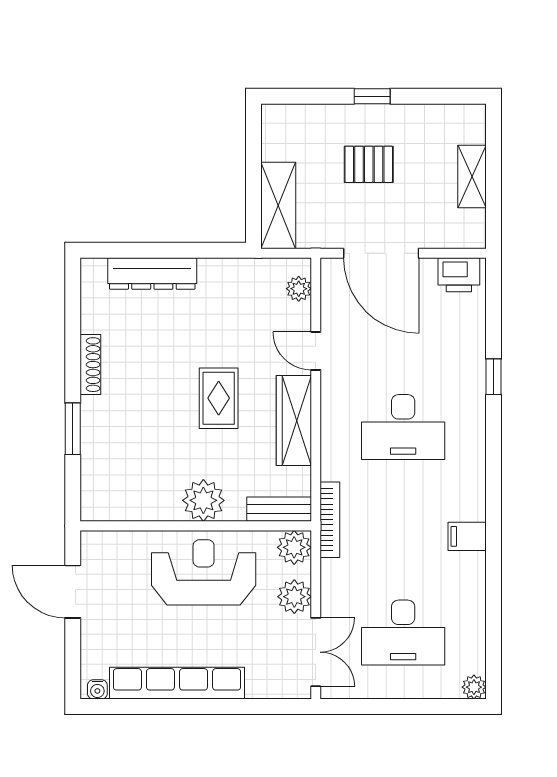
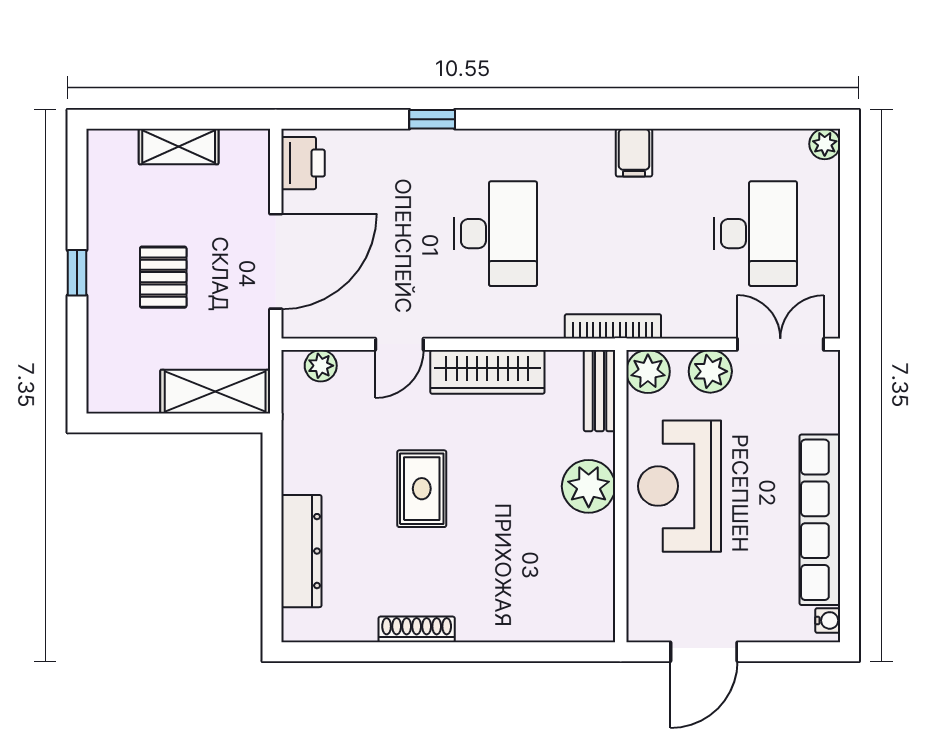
rug: (219, 398) -> (422, 489), moved, turned 90
window: (73, 429) -> (498, 652), removed

